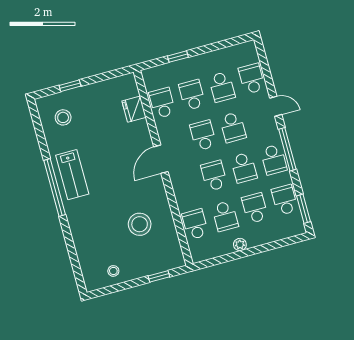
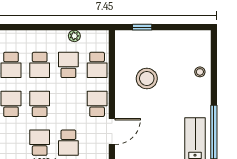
school desk: (214, 176) -> (97, 104), moved, turned 180
plant: (240, 245) -> (74, 36), moved
stool: (113, 271) -> (200, 72), moved

